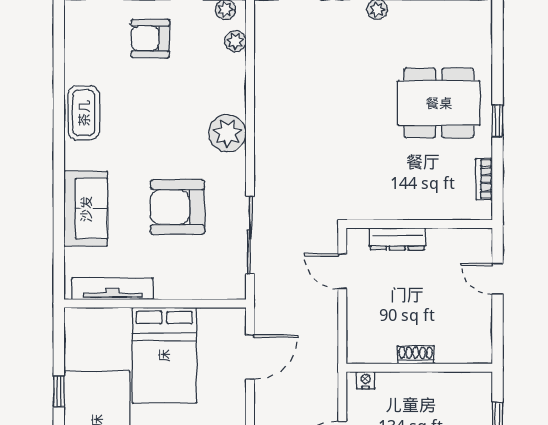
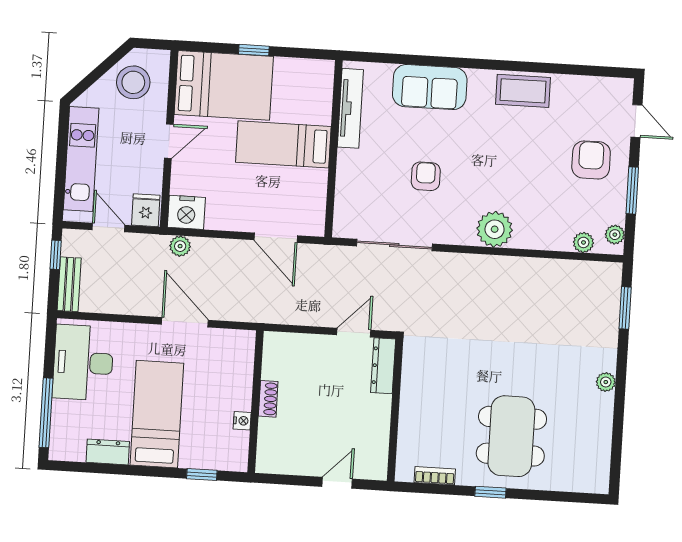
armchair: (177, 207) -> (426, 176), width x0.53, depth x0.53
dresser: (397, 239) -> (383, 366), moved
bed: (164, 355) -> (283, 144), width x0.67
nightstand: (366, 380) -> (242, 421), moved

